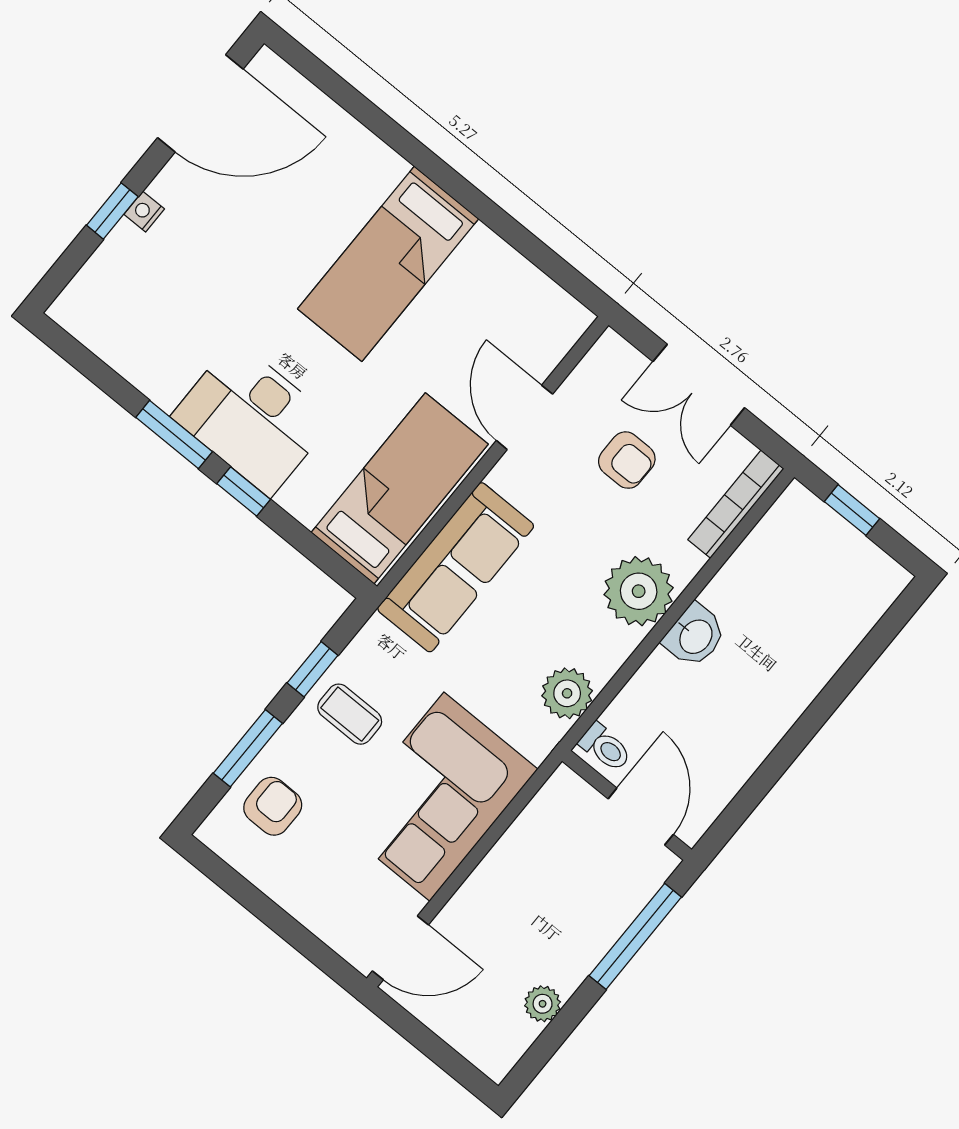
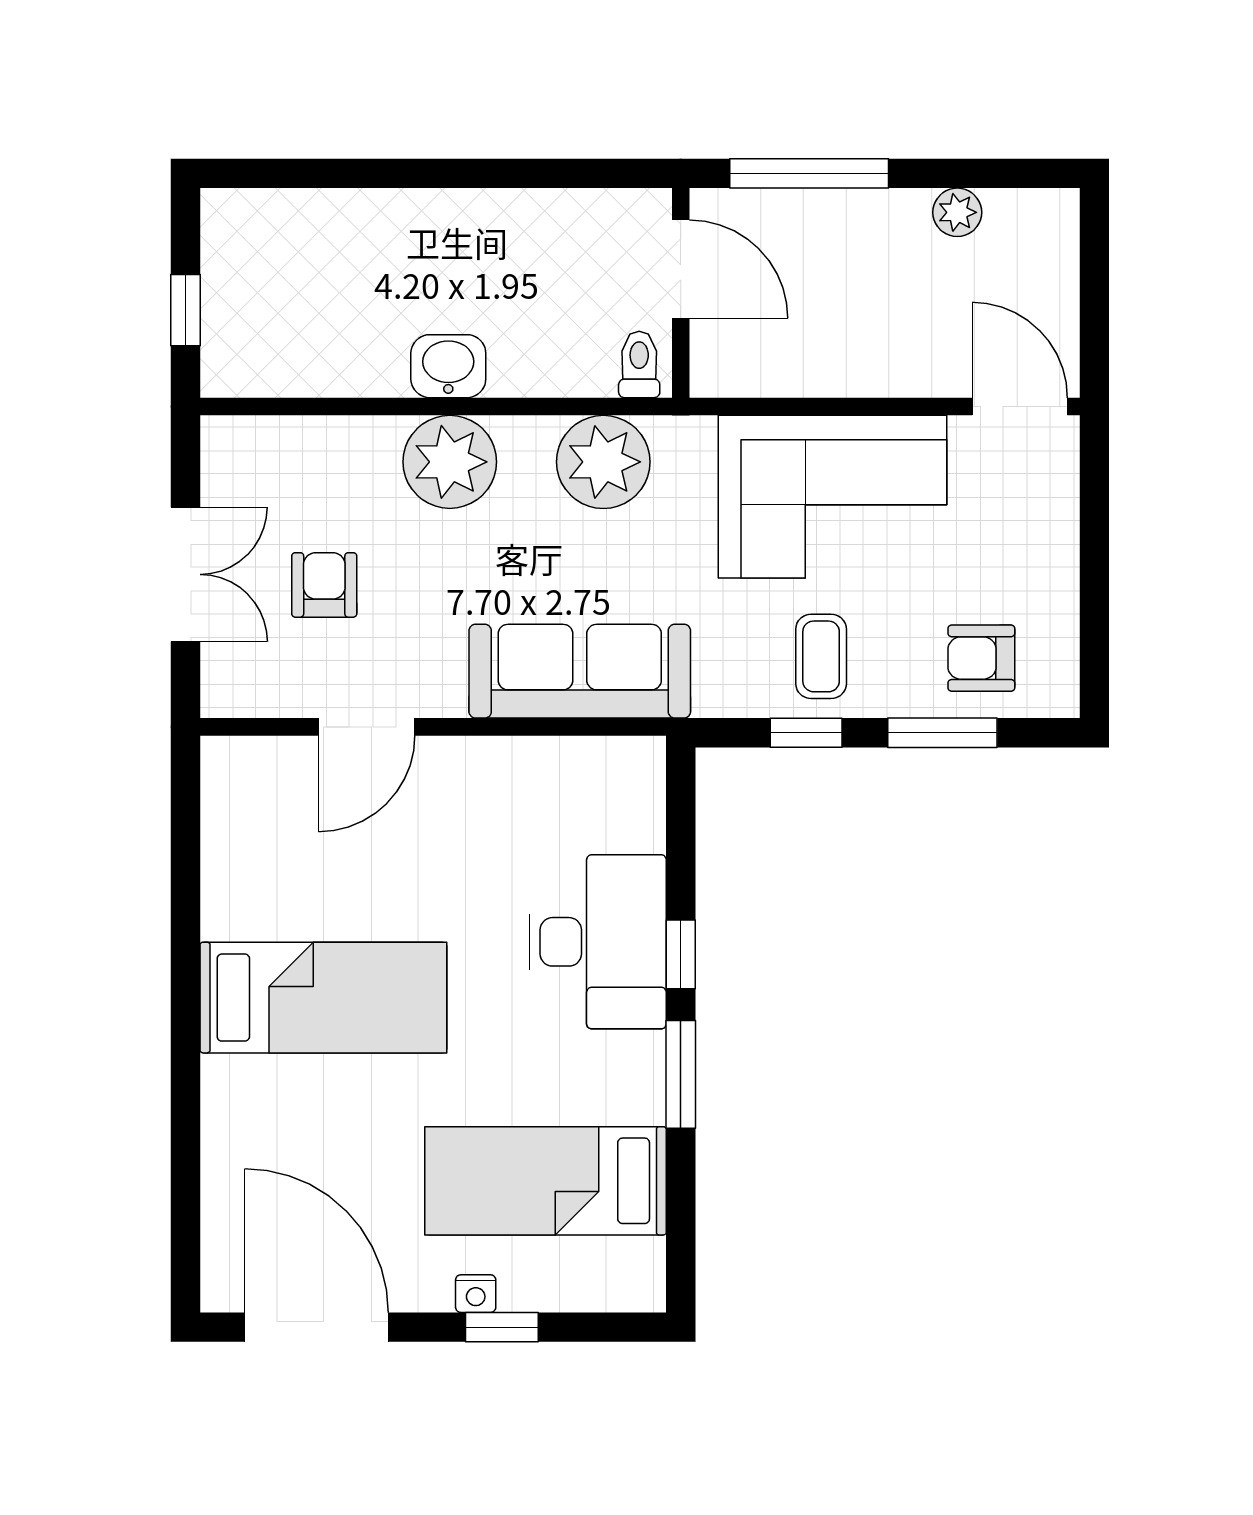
desk: (252, 418) -> (598, 942), moved
bed: (400, 488) -> (546, 1181), moved
bookcase: (736, 504) -> (278, 435), removed
plant: (567, 693) -> (603, 462), width x1.36, depth x1.36
door: (641, 817) -> (681, 269), swing flipped

